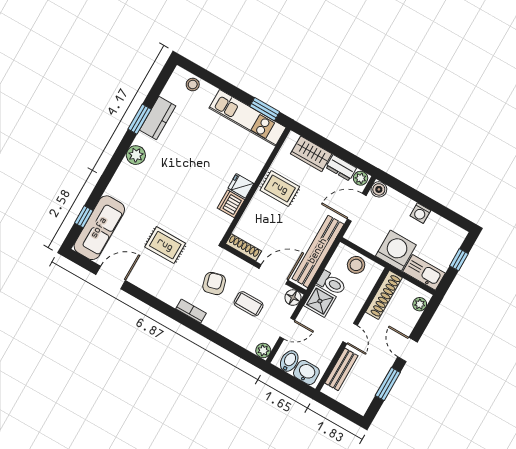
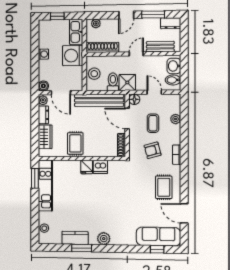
rug: (165, 245) -> (164, 187), moved
plant: (263, 351) -> (176, 119), moved
dresser: (363, 400) -> (171, 23), added

